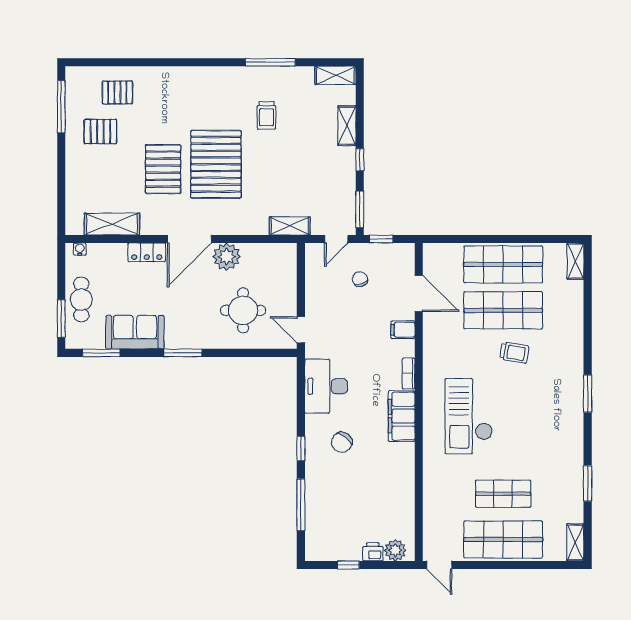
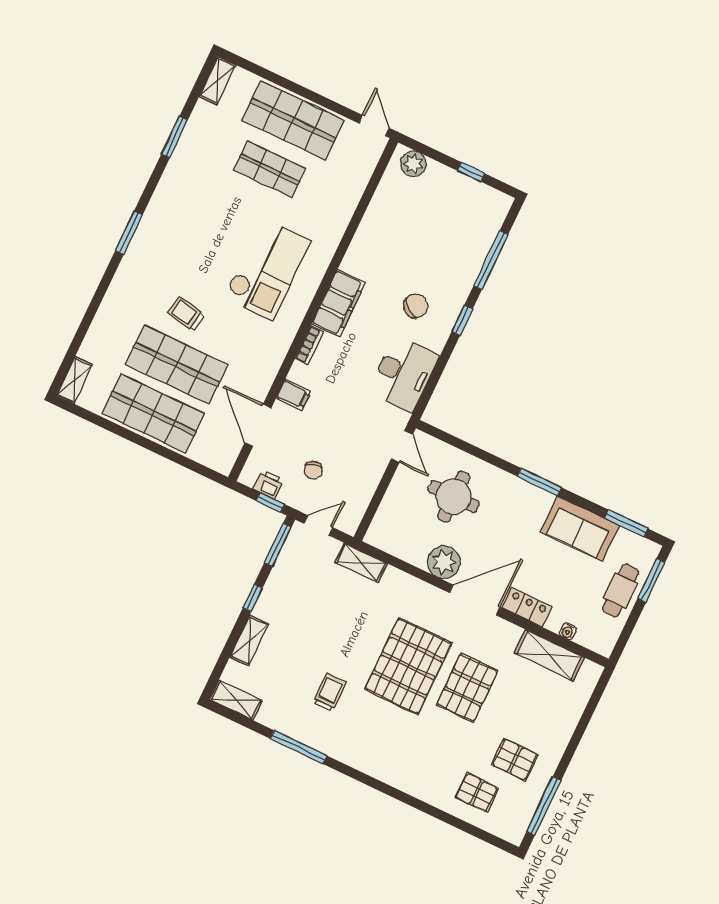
water cooler: (80, 249) -> (568, 631), moved
printer: (373, 552) -> (269, 485), moved, turned 180

